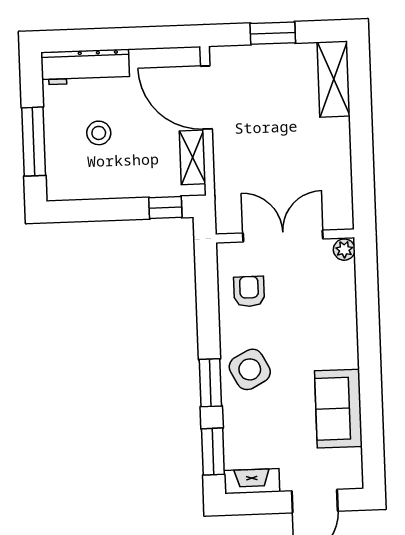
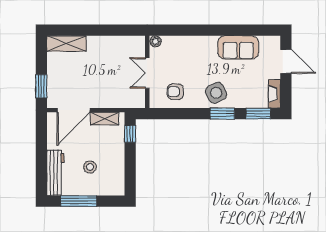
window: (273, 33) -> (41, 86), moved
window: (34, 142) -> (79, 201), moved
double door: (283, 236) -> (147, 73), width x0.73

